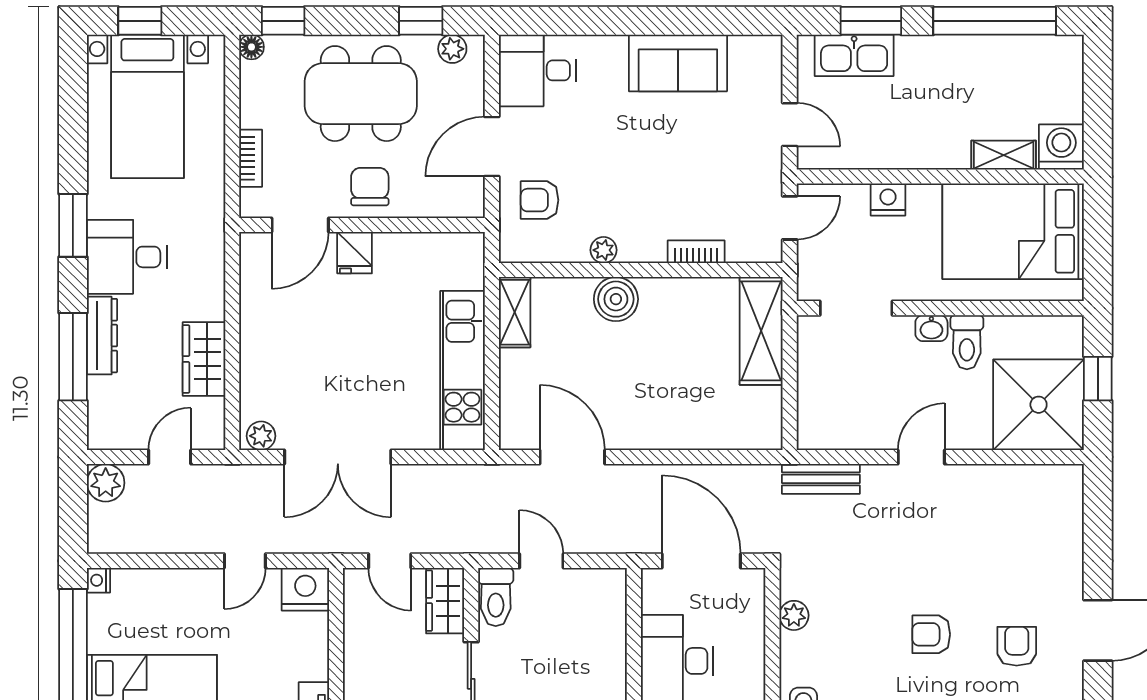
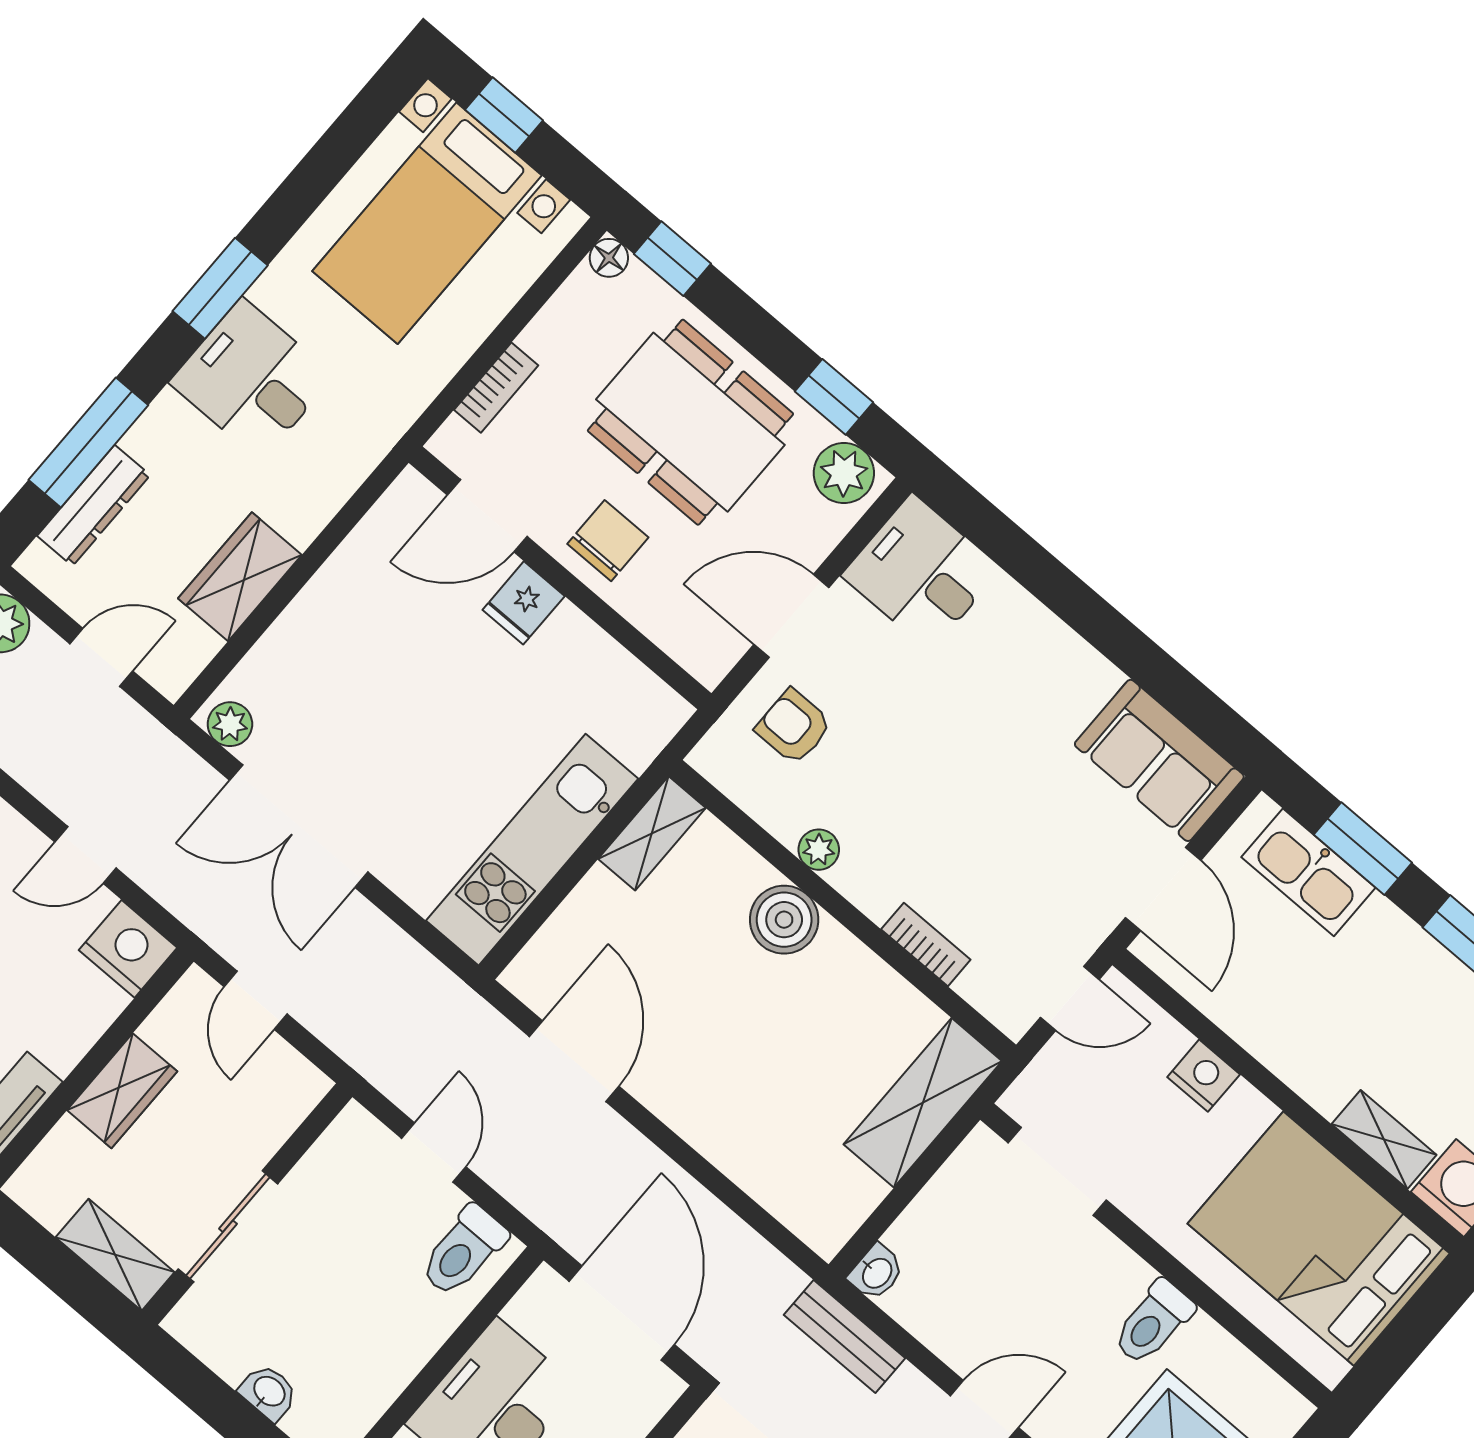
plant: (452, 49) -> (844, 473), width x1.38, depth x1.38
sofa: (678, 63) -> (1159, 760), moved
door: (790, 125) -> (1163, 889), width x1.38
washbasin: (931, 328) -> (876, 1272), moved, turned -90
dresser: (102, 336) -> (94, 505), moved
toilet: (496, 597) -> (463, 1251), moved
wardrobe: (445, 601) -> (122, 1091), moved, turned 180

